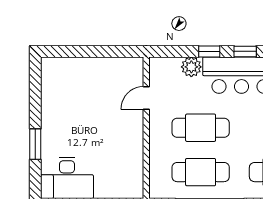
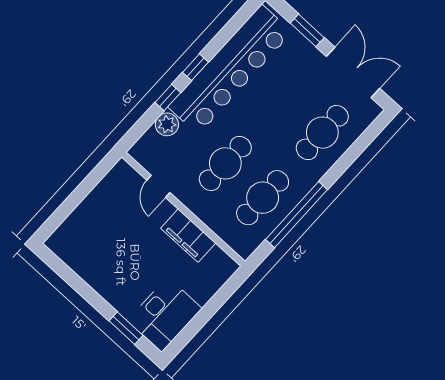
window: (35, 144) -> (126, 328), moved
filing cabinet: (132, 146) -> (188, 236), added

